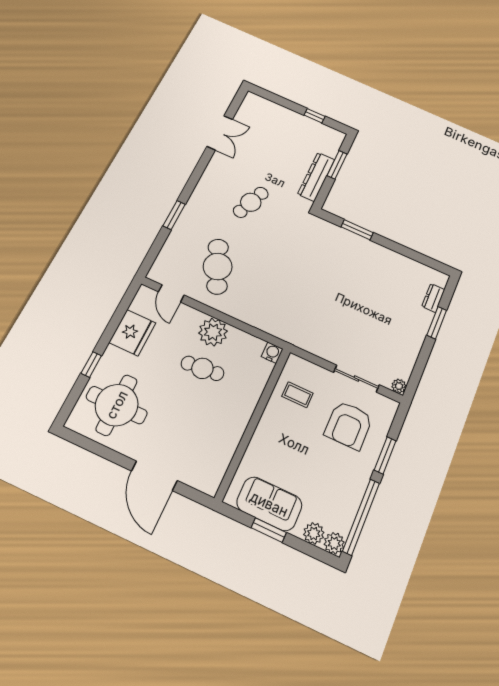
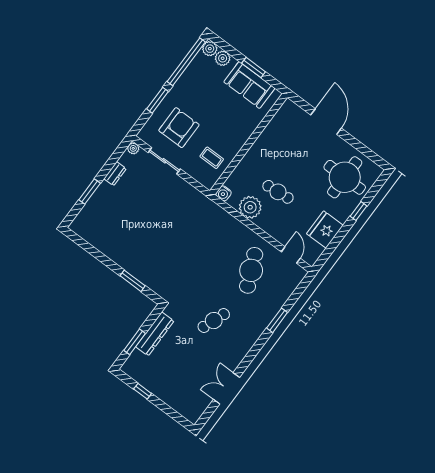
dresser: (433, 298) -> (115, 174), moved
plant: (213, 332) -> (250, 207), moved

